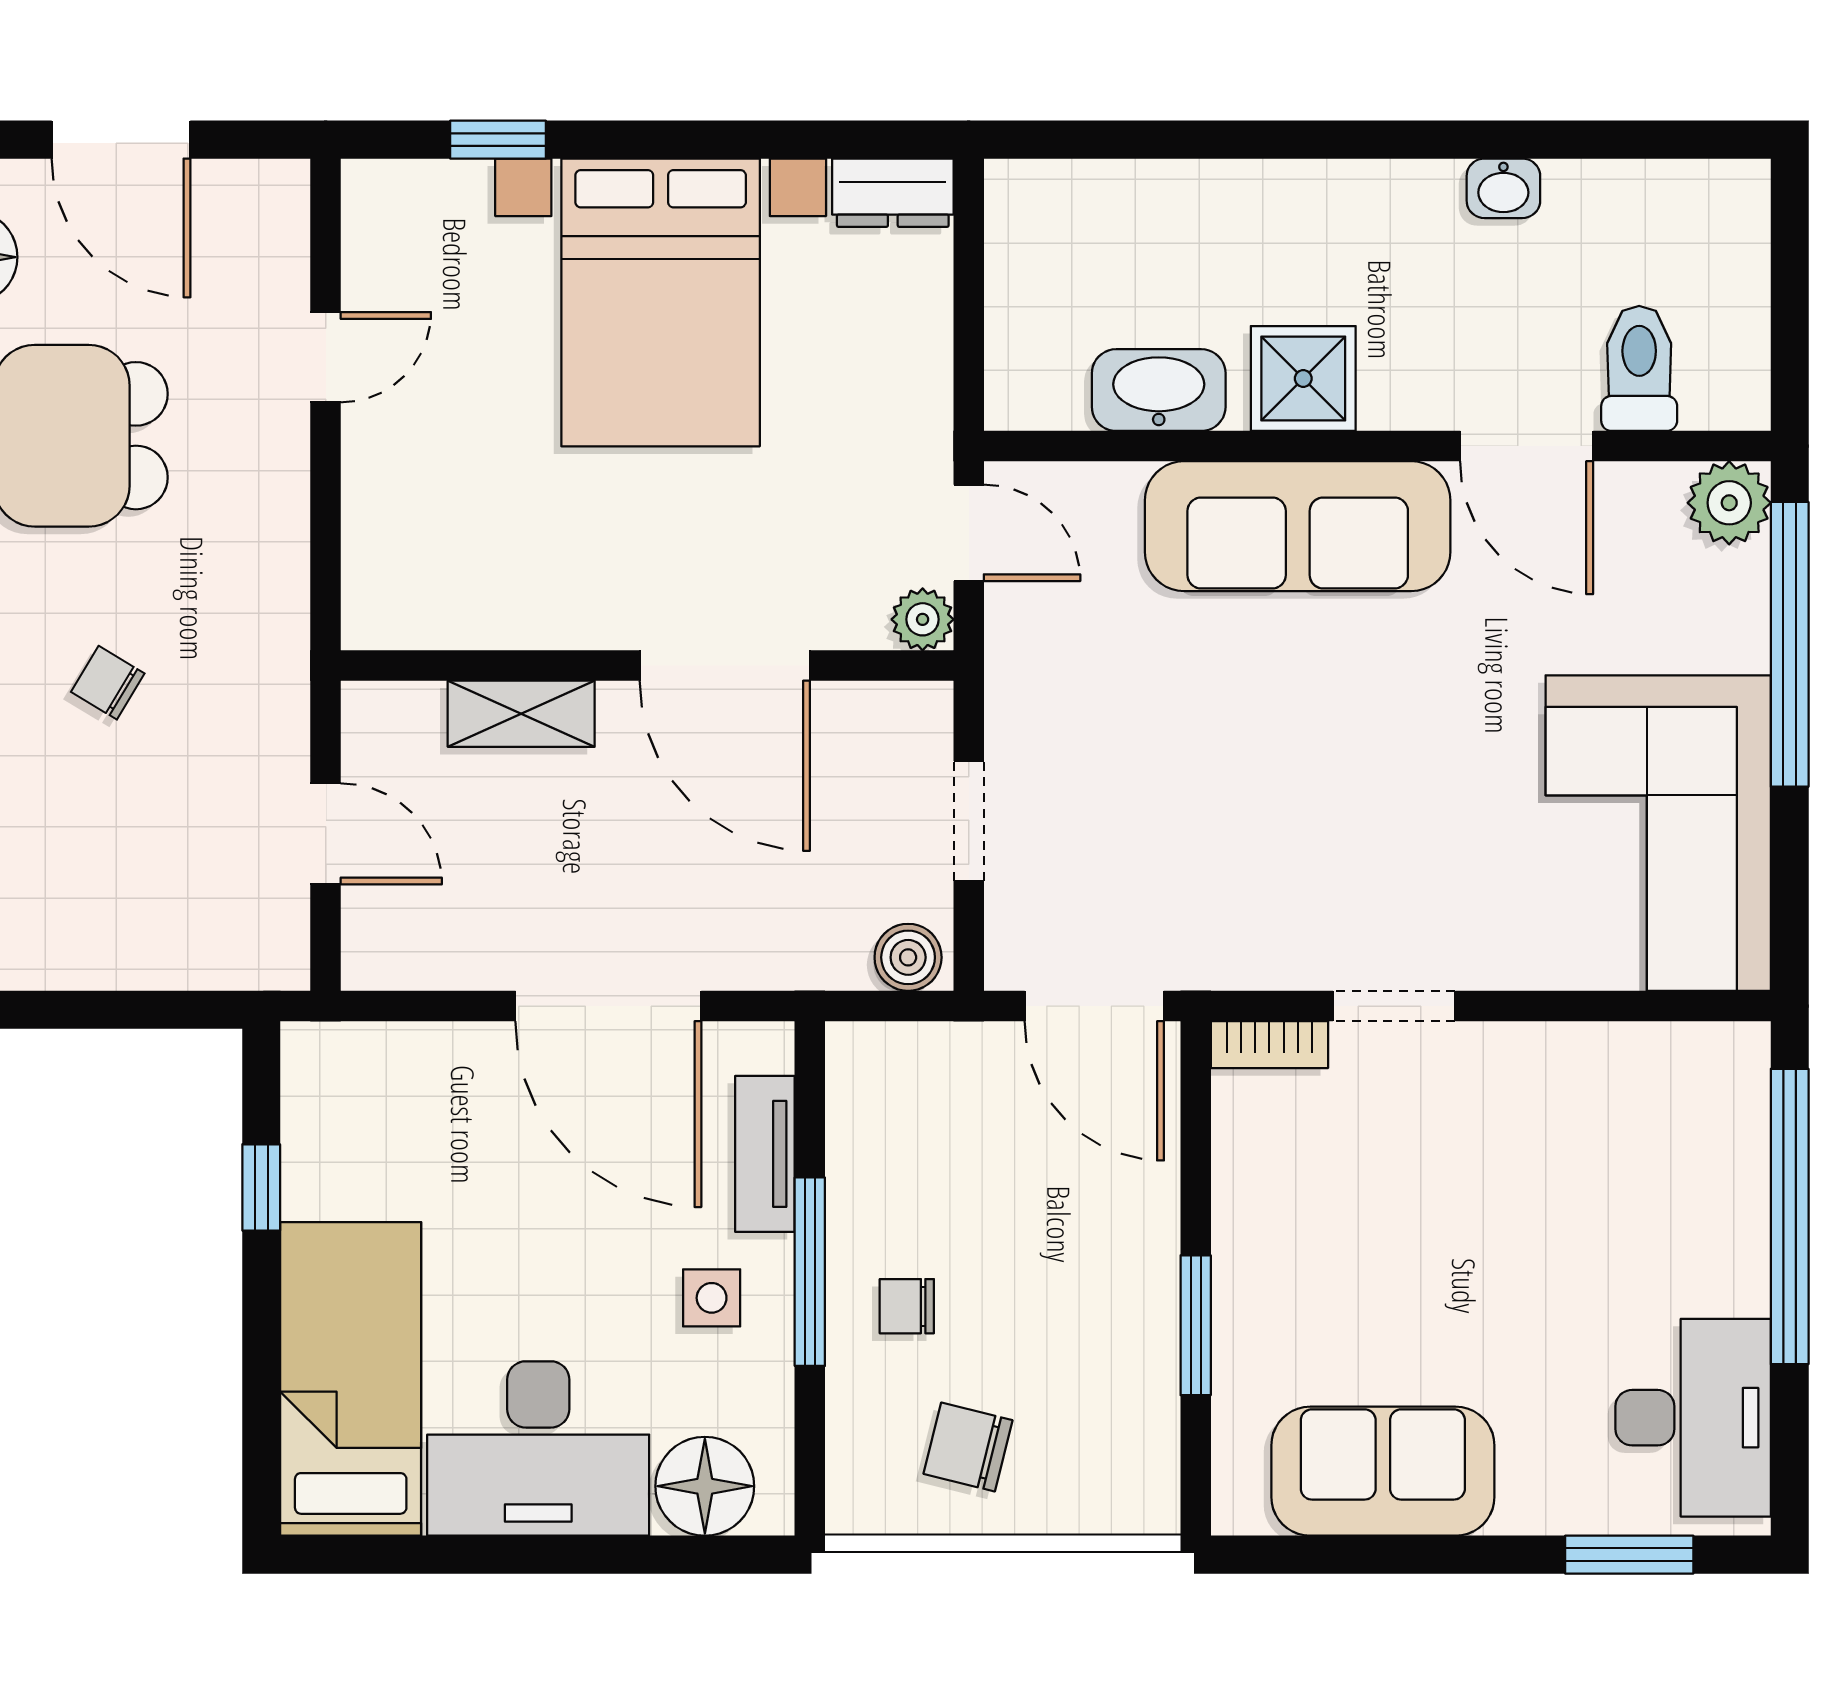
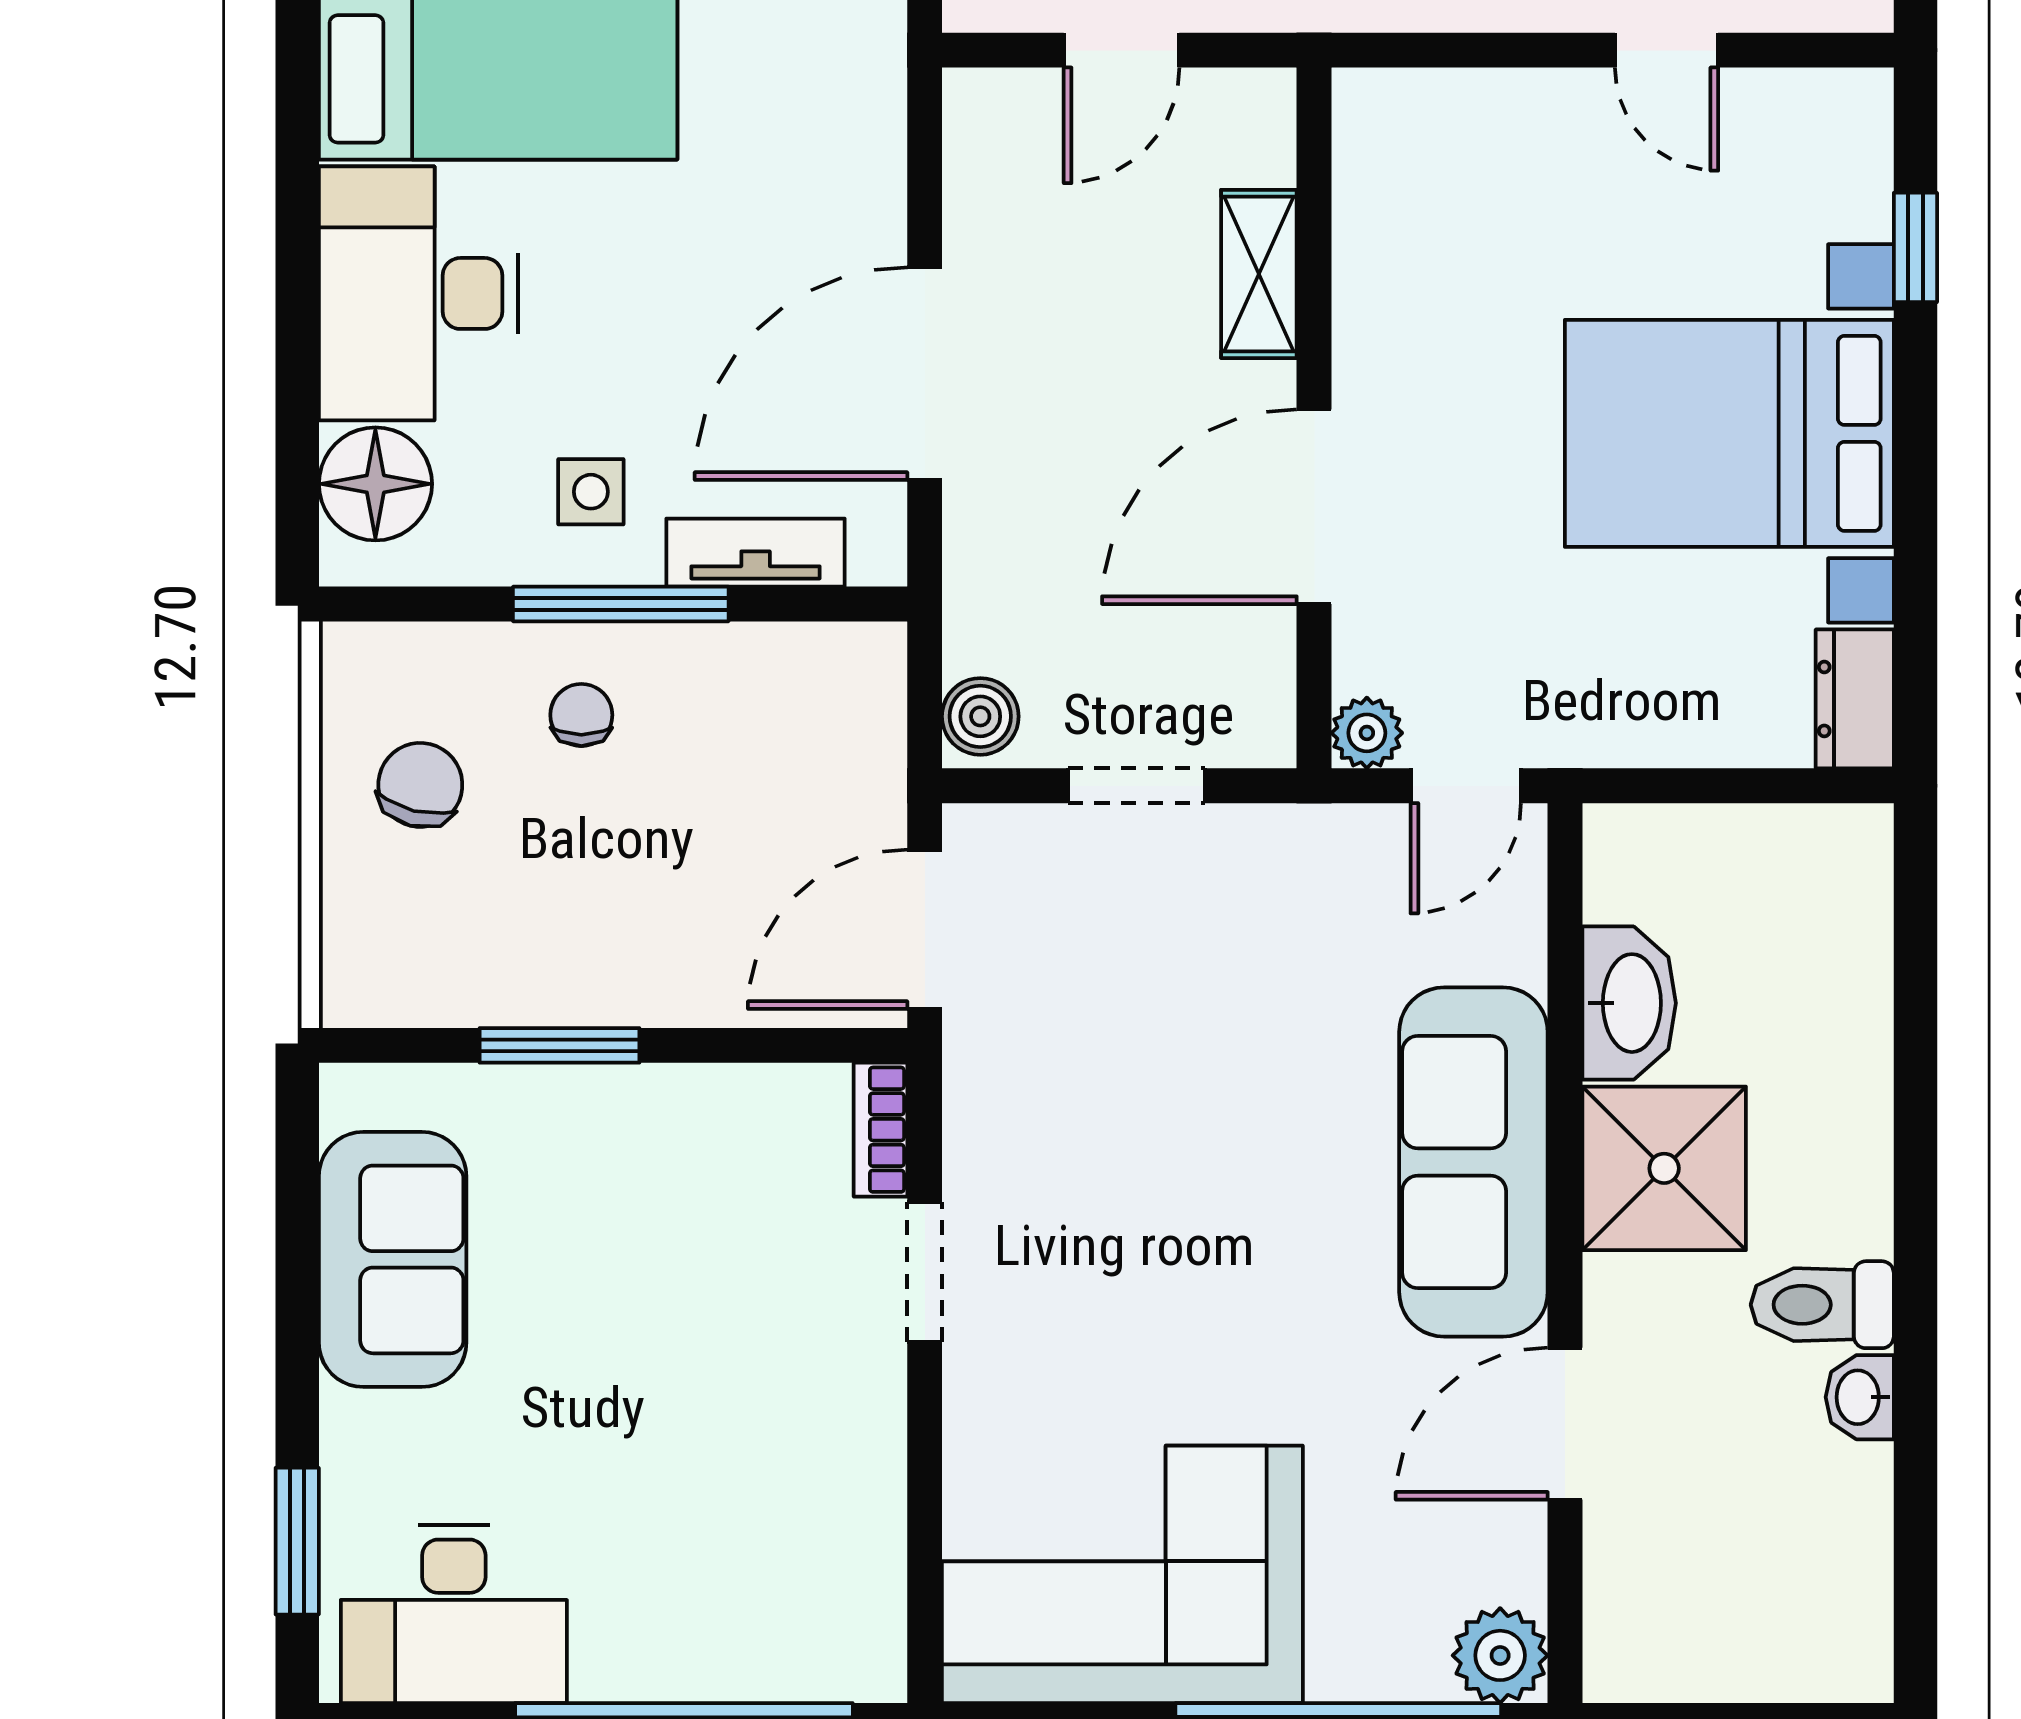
toilet: (1639, 368) -> (1822, 1305), moved, turned 180
shower: (1303, 379) -> (1664, 1168), width x1.36, depth x1.36

